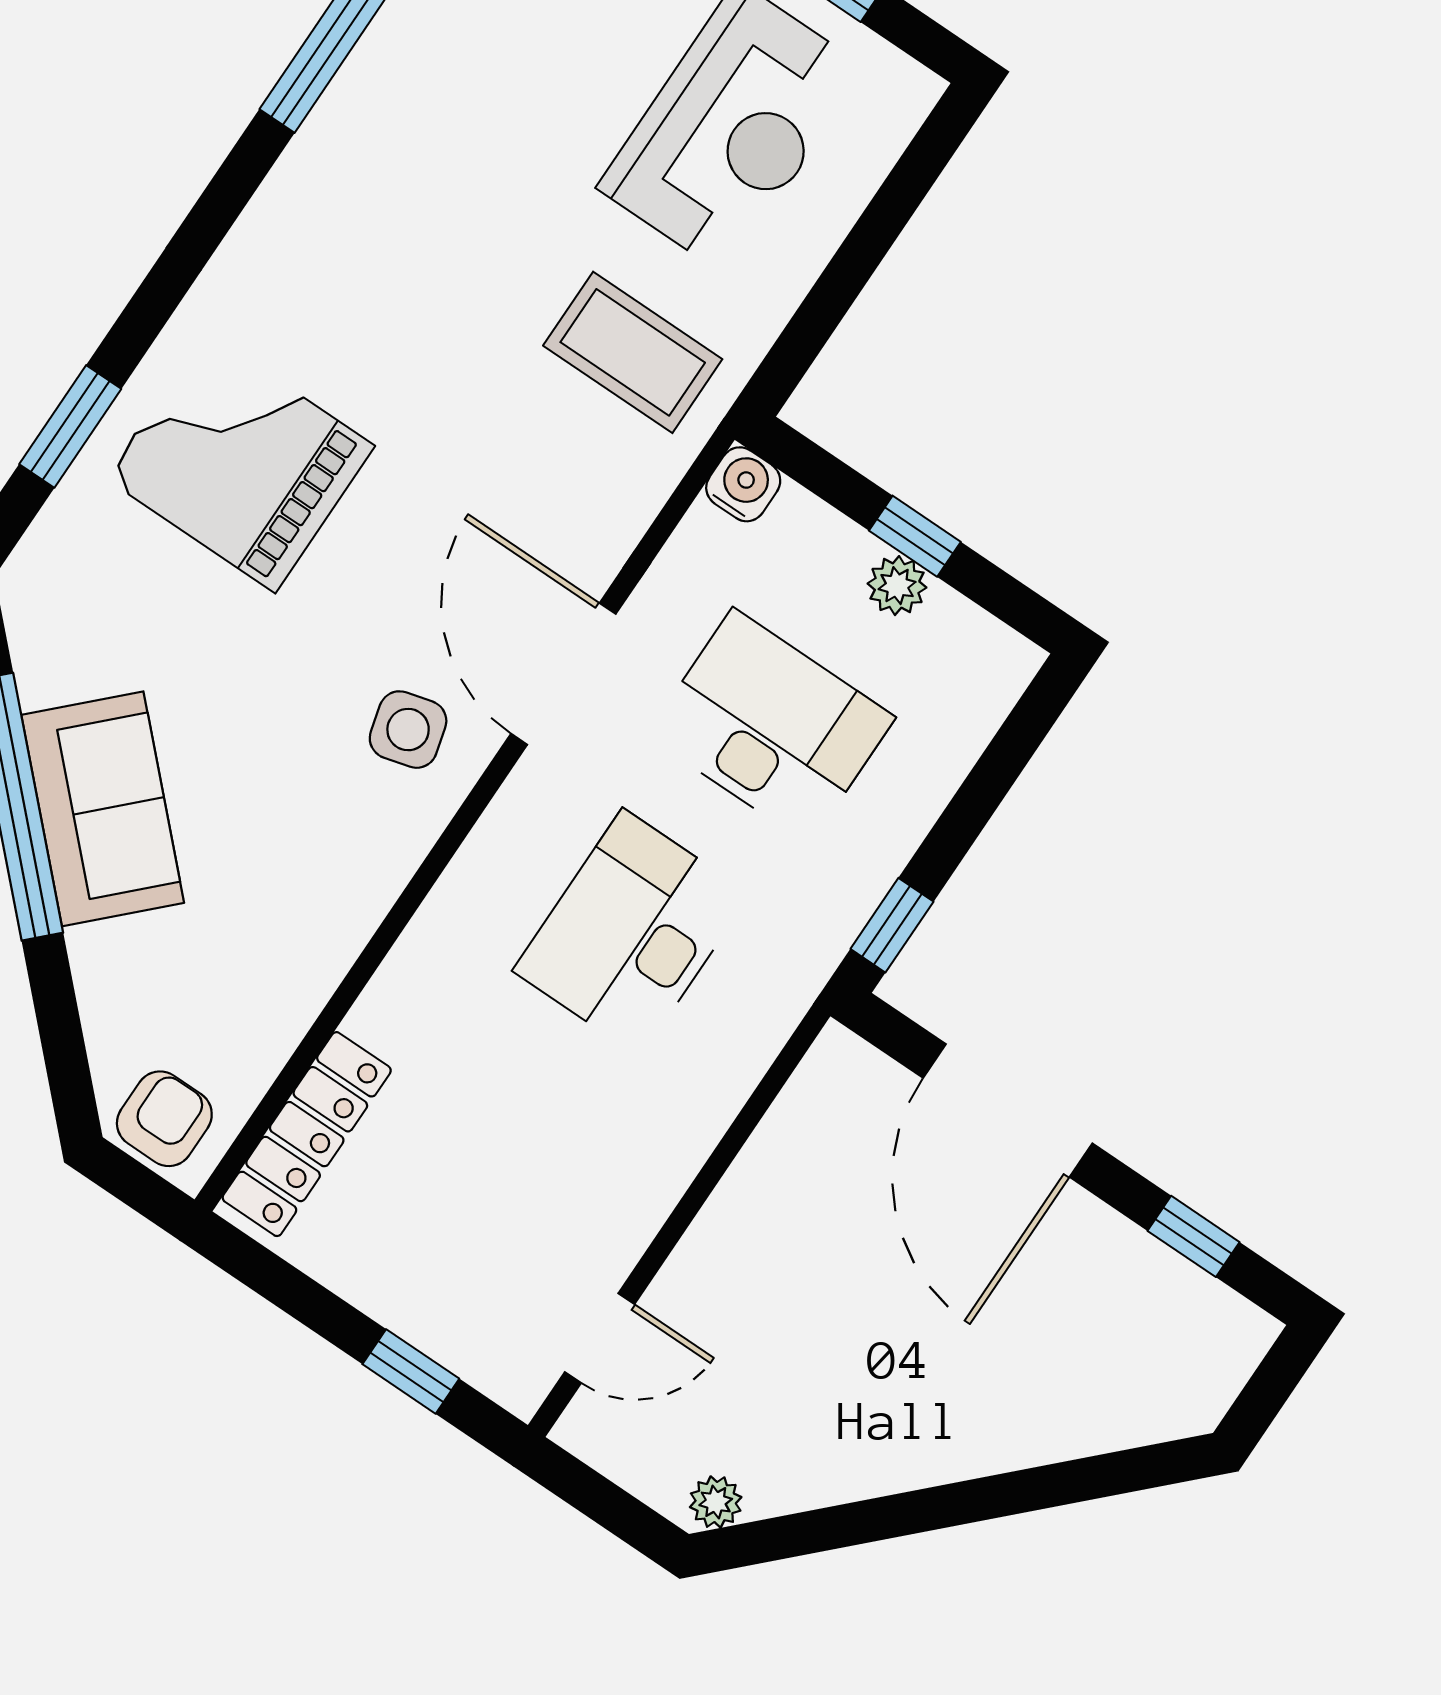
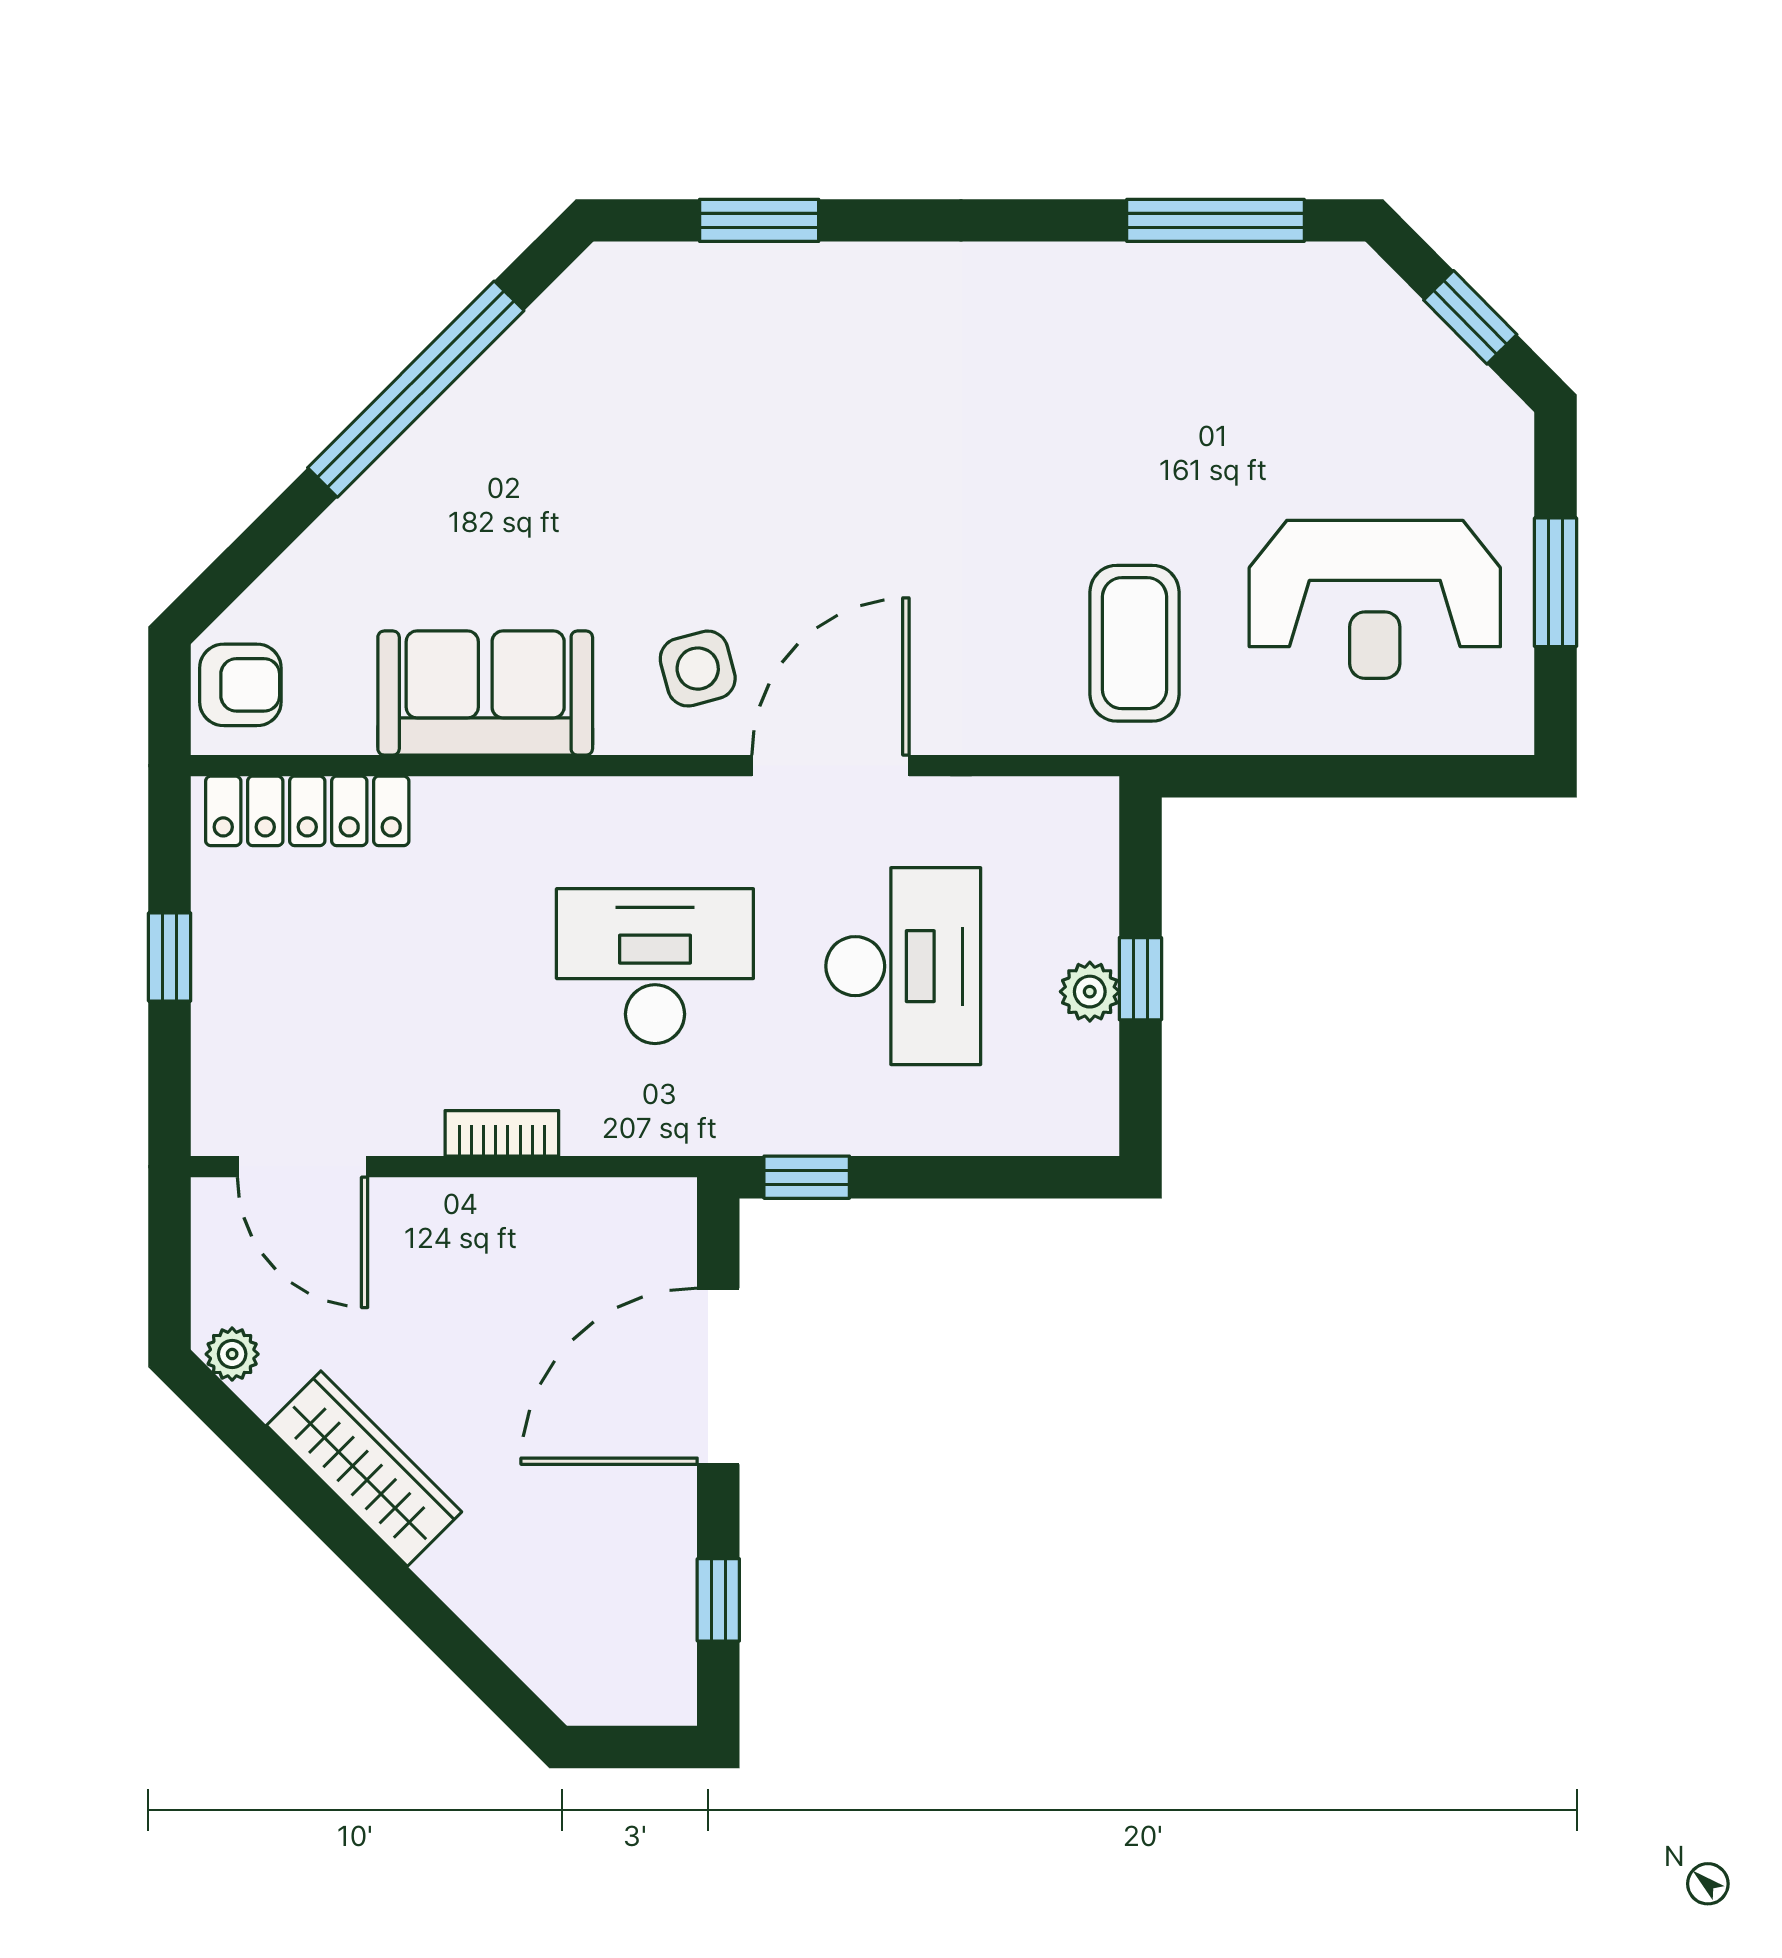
grand piano: (240, 462) -> (825, 380), removed
water cooler: (743, 484) -> (1087, 808), removed
sofa: (103, 809) -> (485, 693), moved, turned -135
bookcase: (684, 1154) -> (502, 1133), added
door: (600, 1338) -> (303, 1167), width x1.38
window: (411, 1371) -> (170, 957), moved
wardrobe: (885, 1457) -> (364, 1469), added

